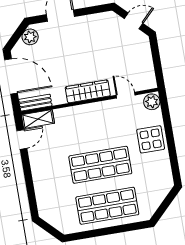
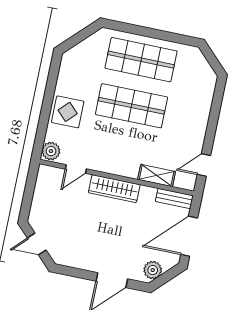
door: (11, 76) -> (189, 236), hinge flipped
door: (126, 95) -> (76, 169), hinge flipped
shelving: (38, 119) -> (157, 176), moved

